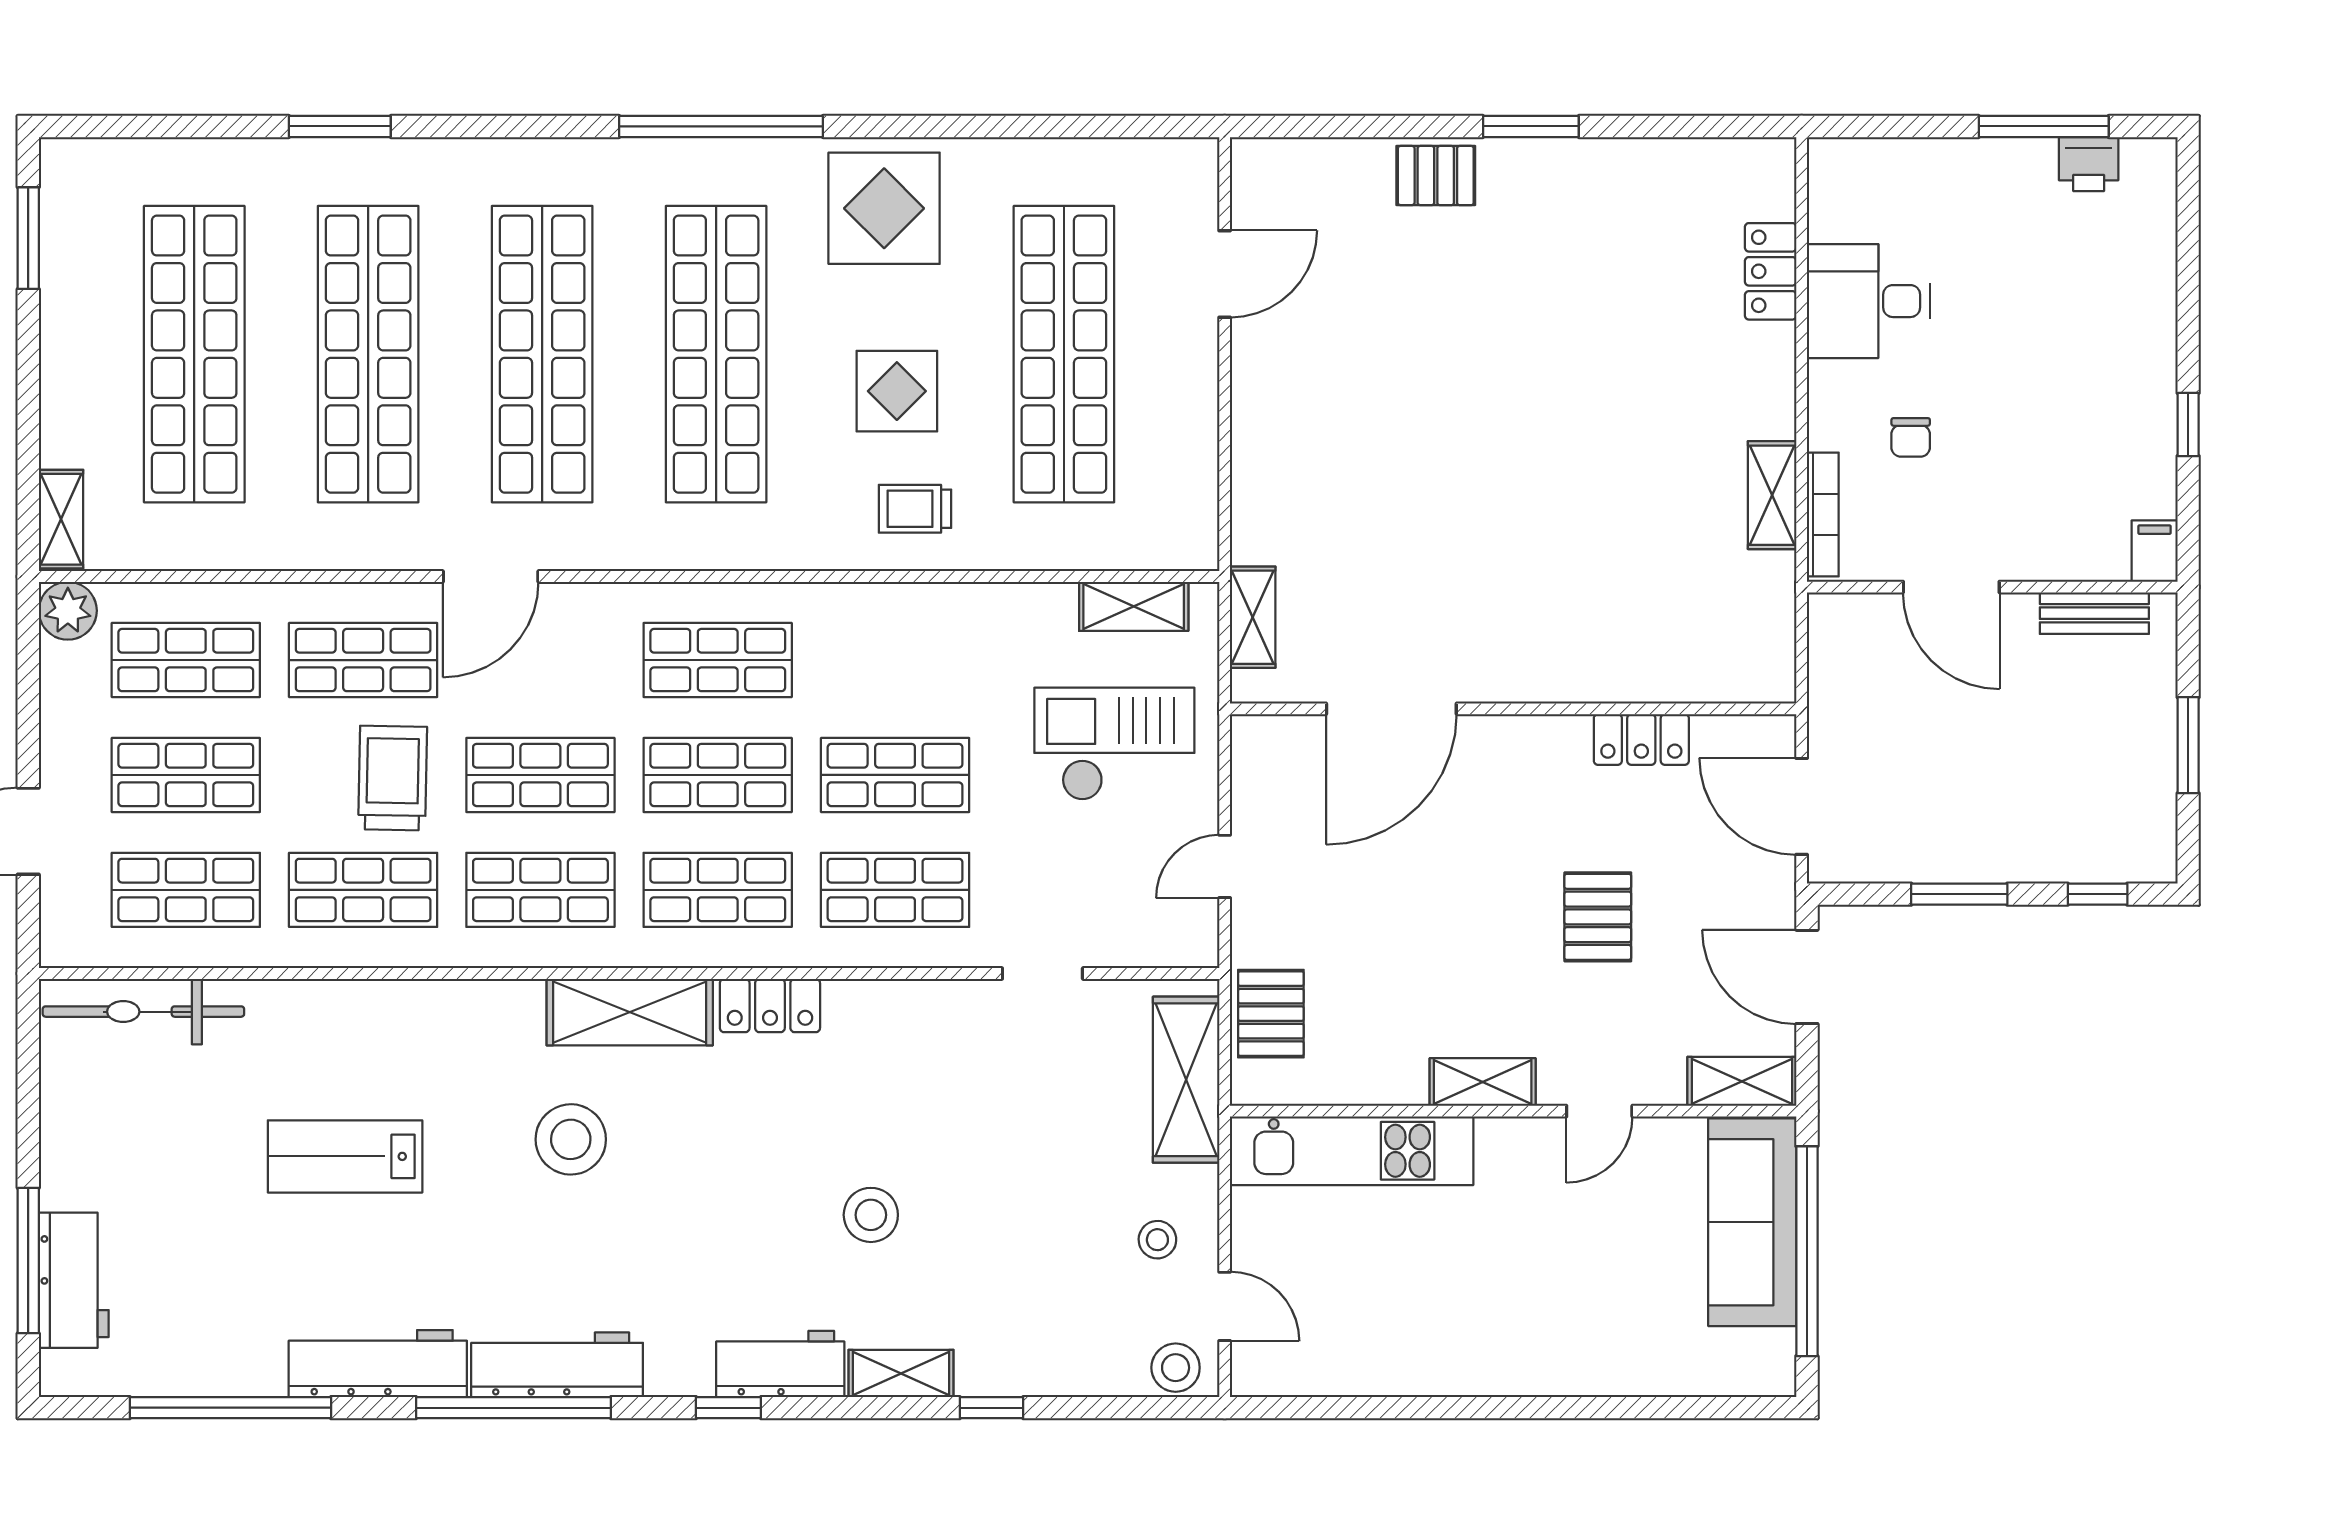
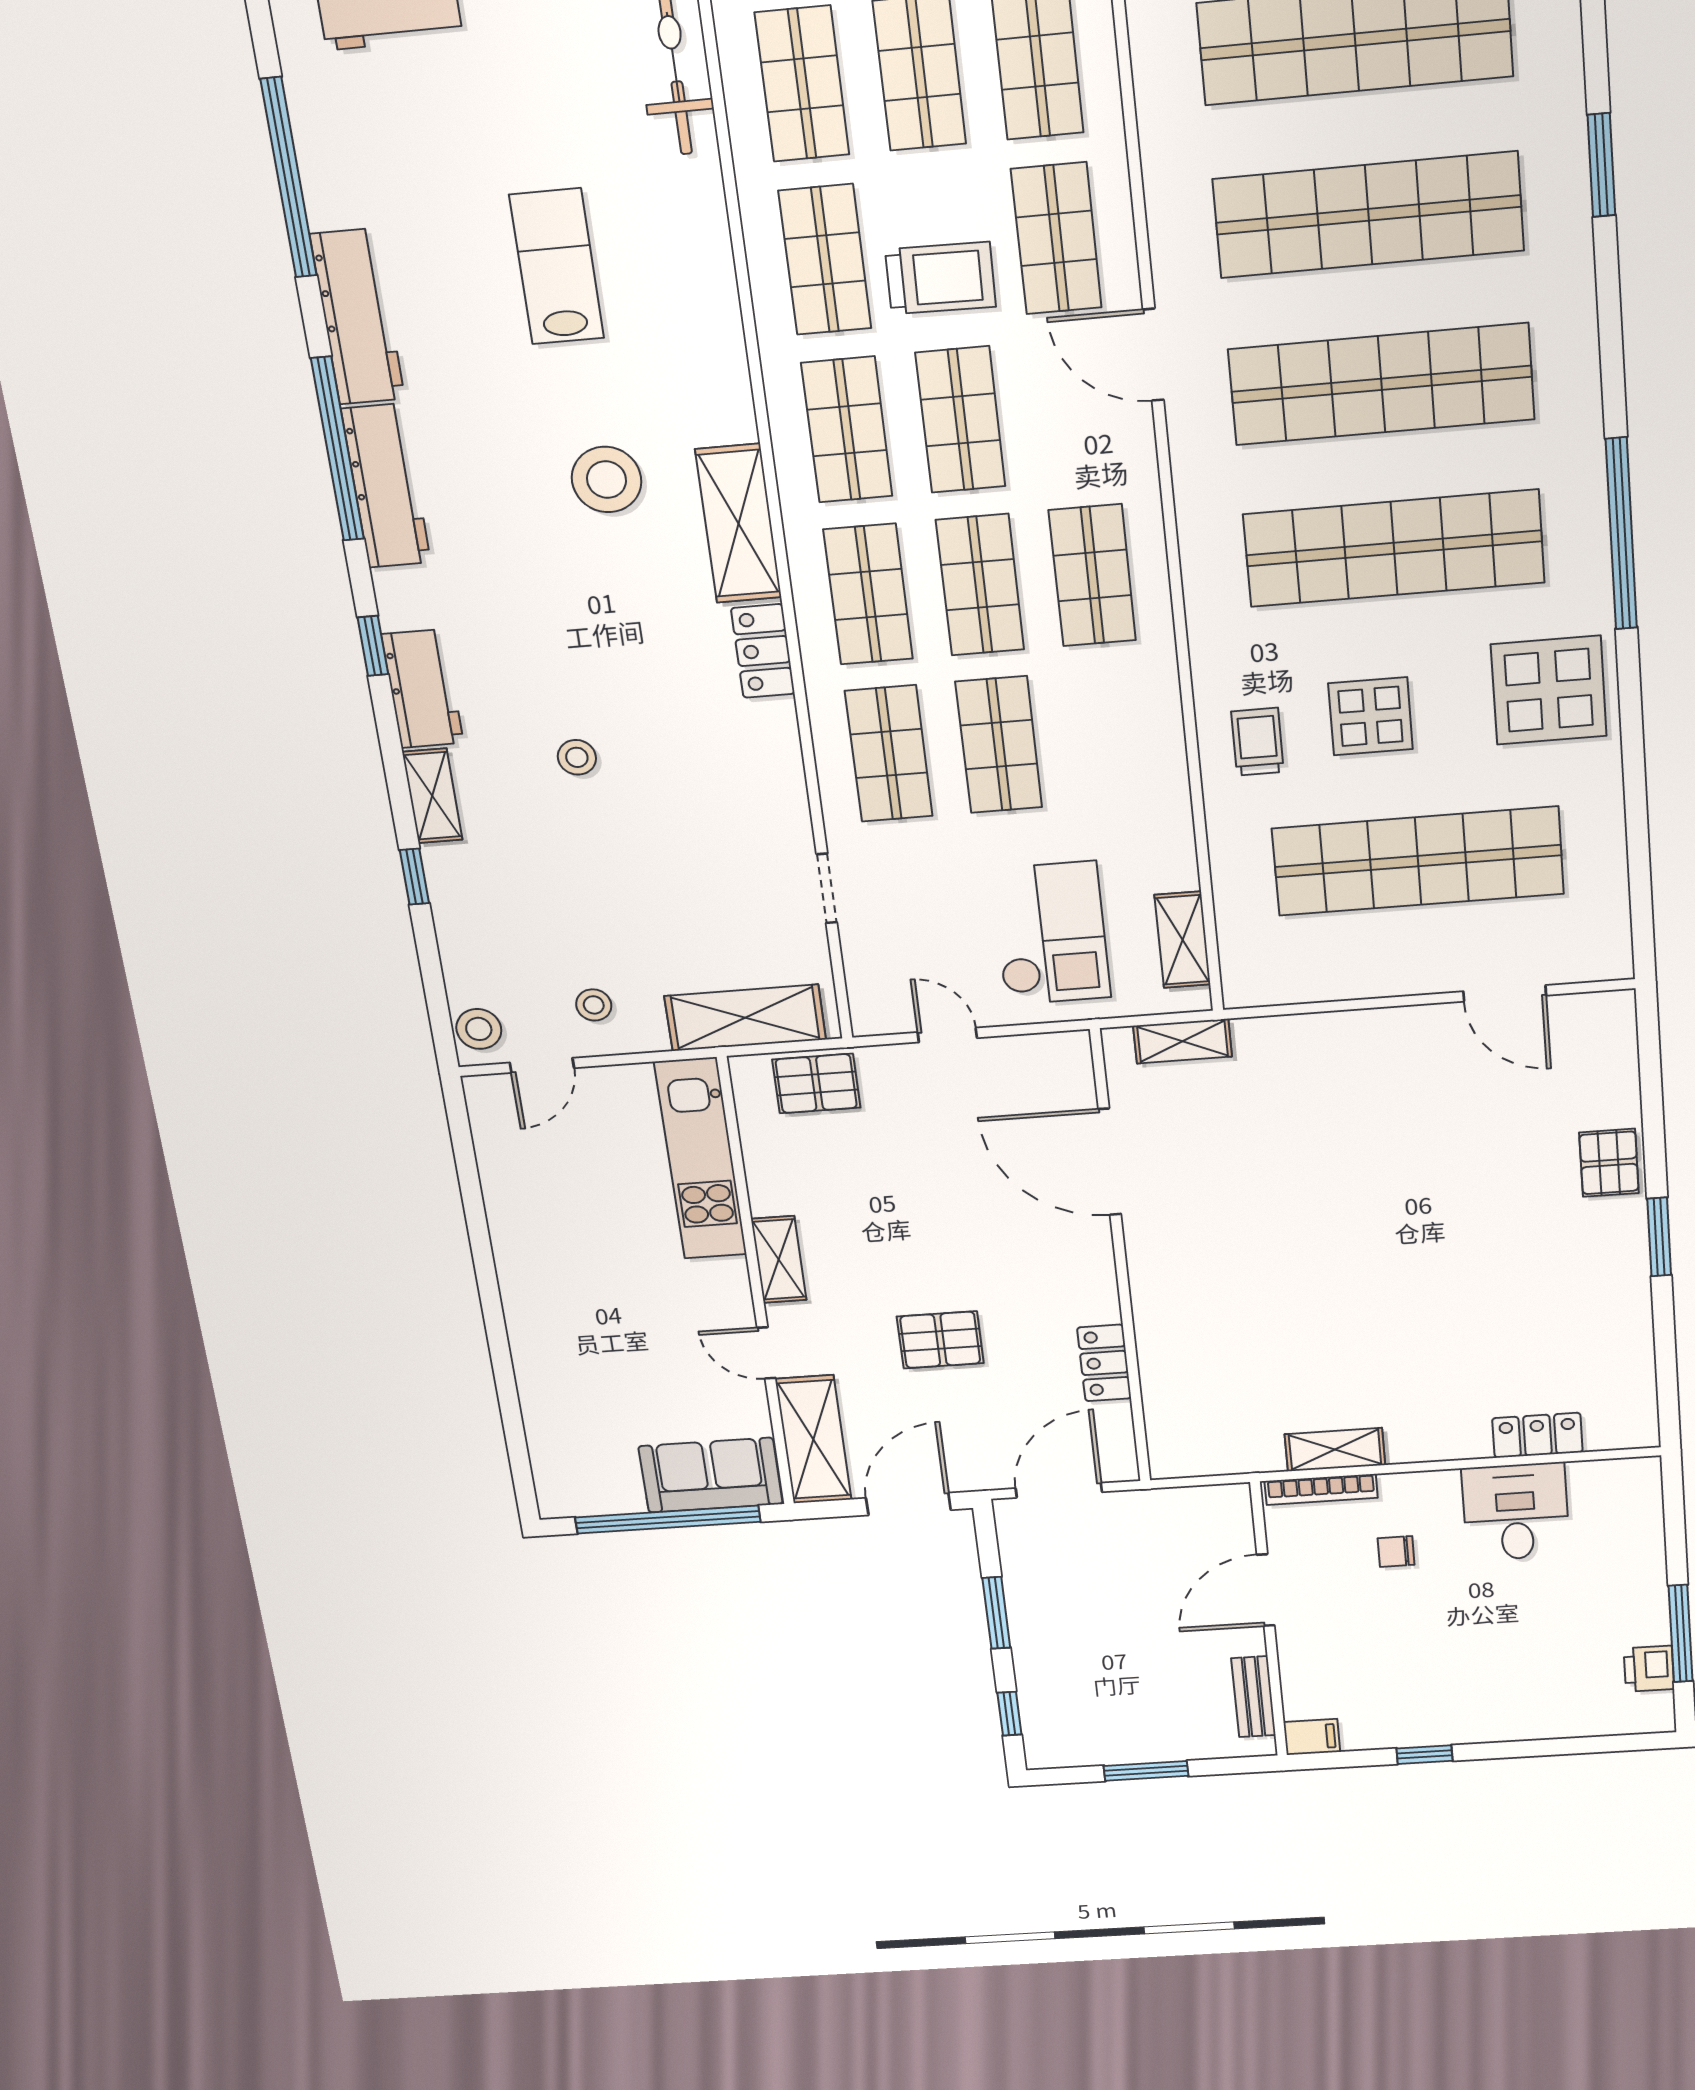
shelving: (1742, 1081) -> (813, 1440), width x1.50, depth x1.33
stool: (871, 1215) -> (577, 757), width x0.73, depth x0.73
sofa: (1752, 1222) -> (711, 1475), width x0.73

